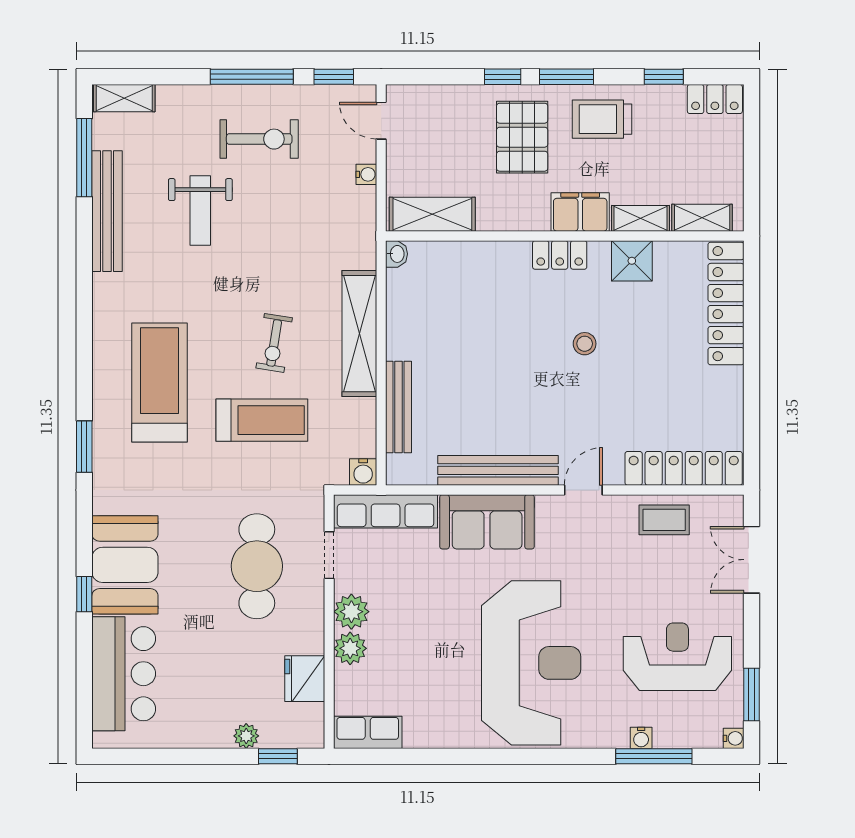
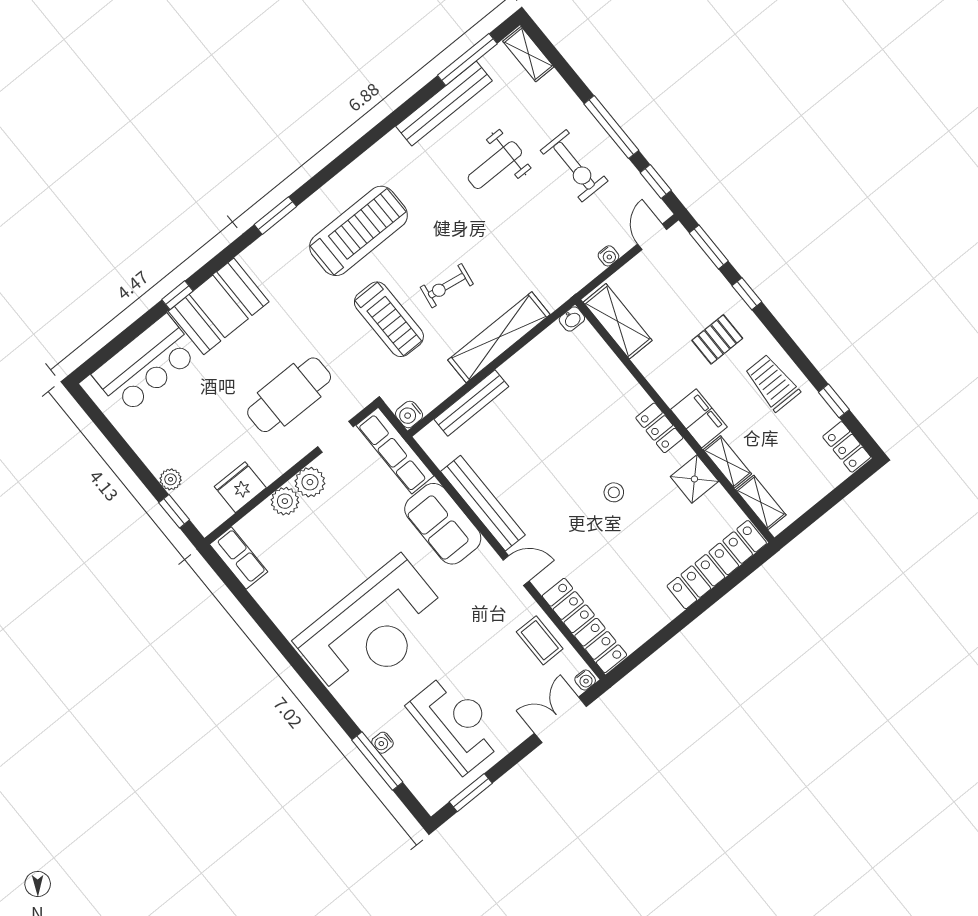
window: (567, 77) -> (709, 247), moved
pallet: (522, 137) -> (717, 339), width x0.67, depth x0.71
water cooler: (734, 738) -> (585, 680), moved

